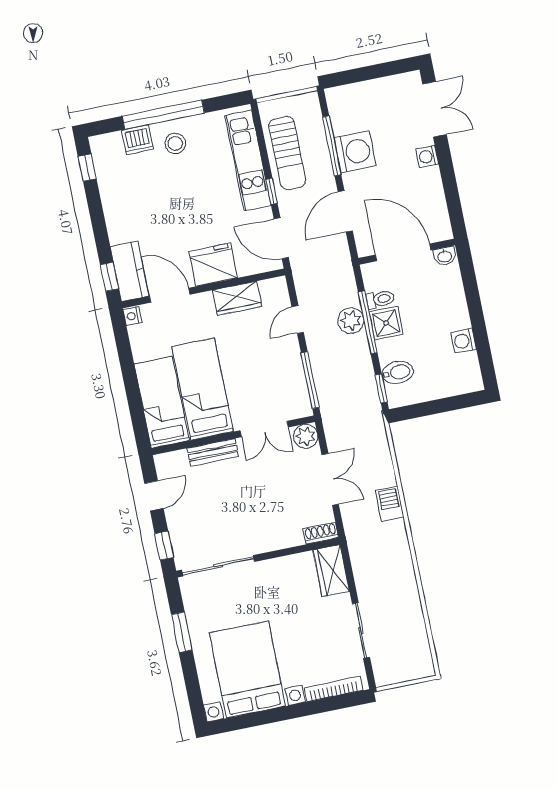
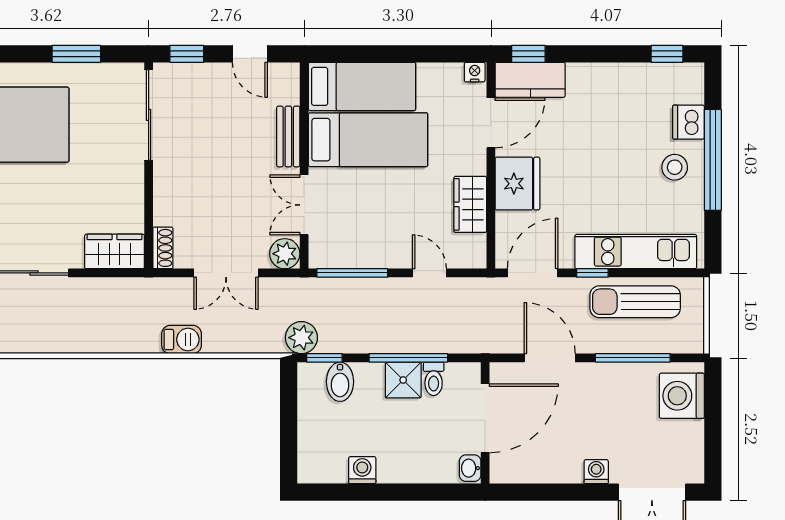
washing machine: (355, 152) -> (682, 396), moved, turned 90
plant: (351, 321) -> (301, 338), moved

